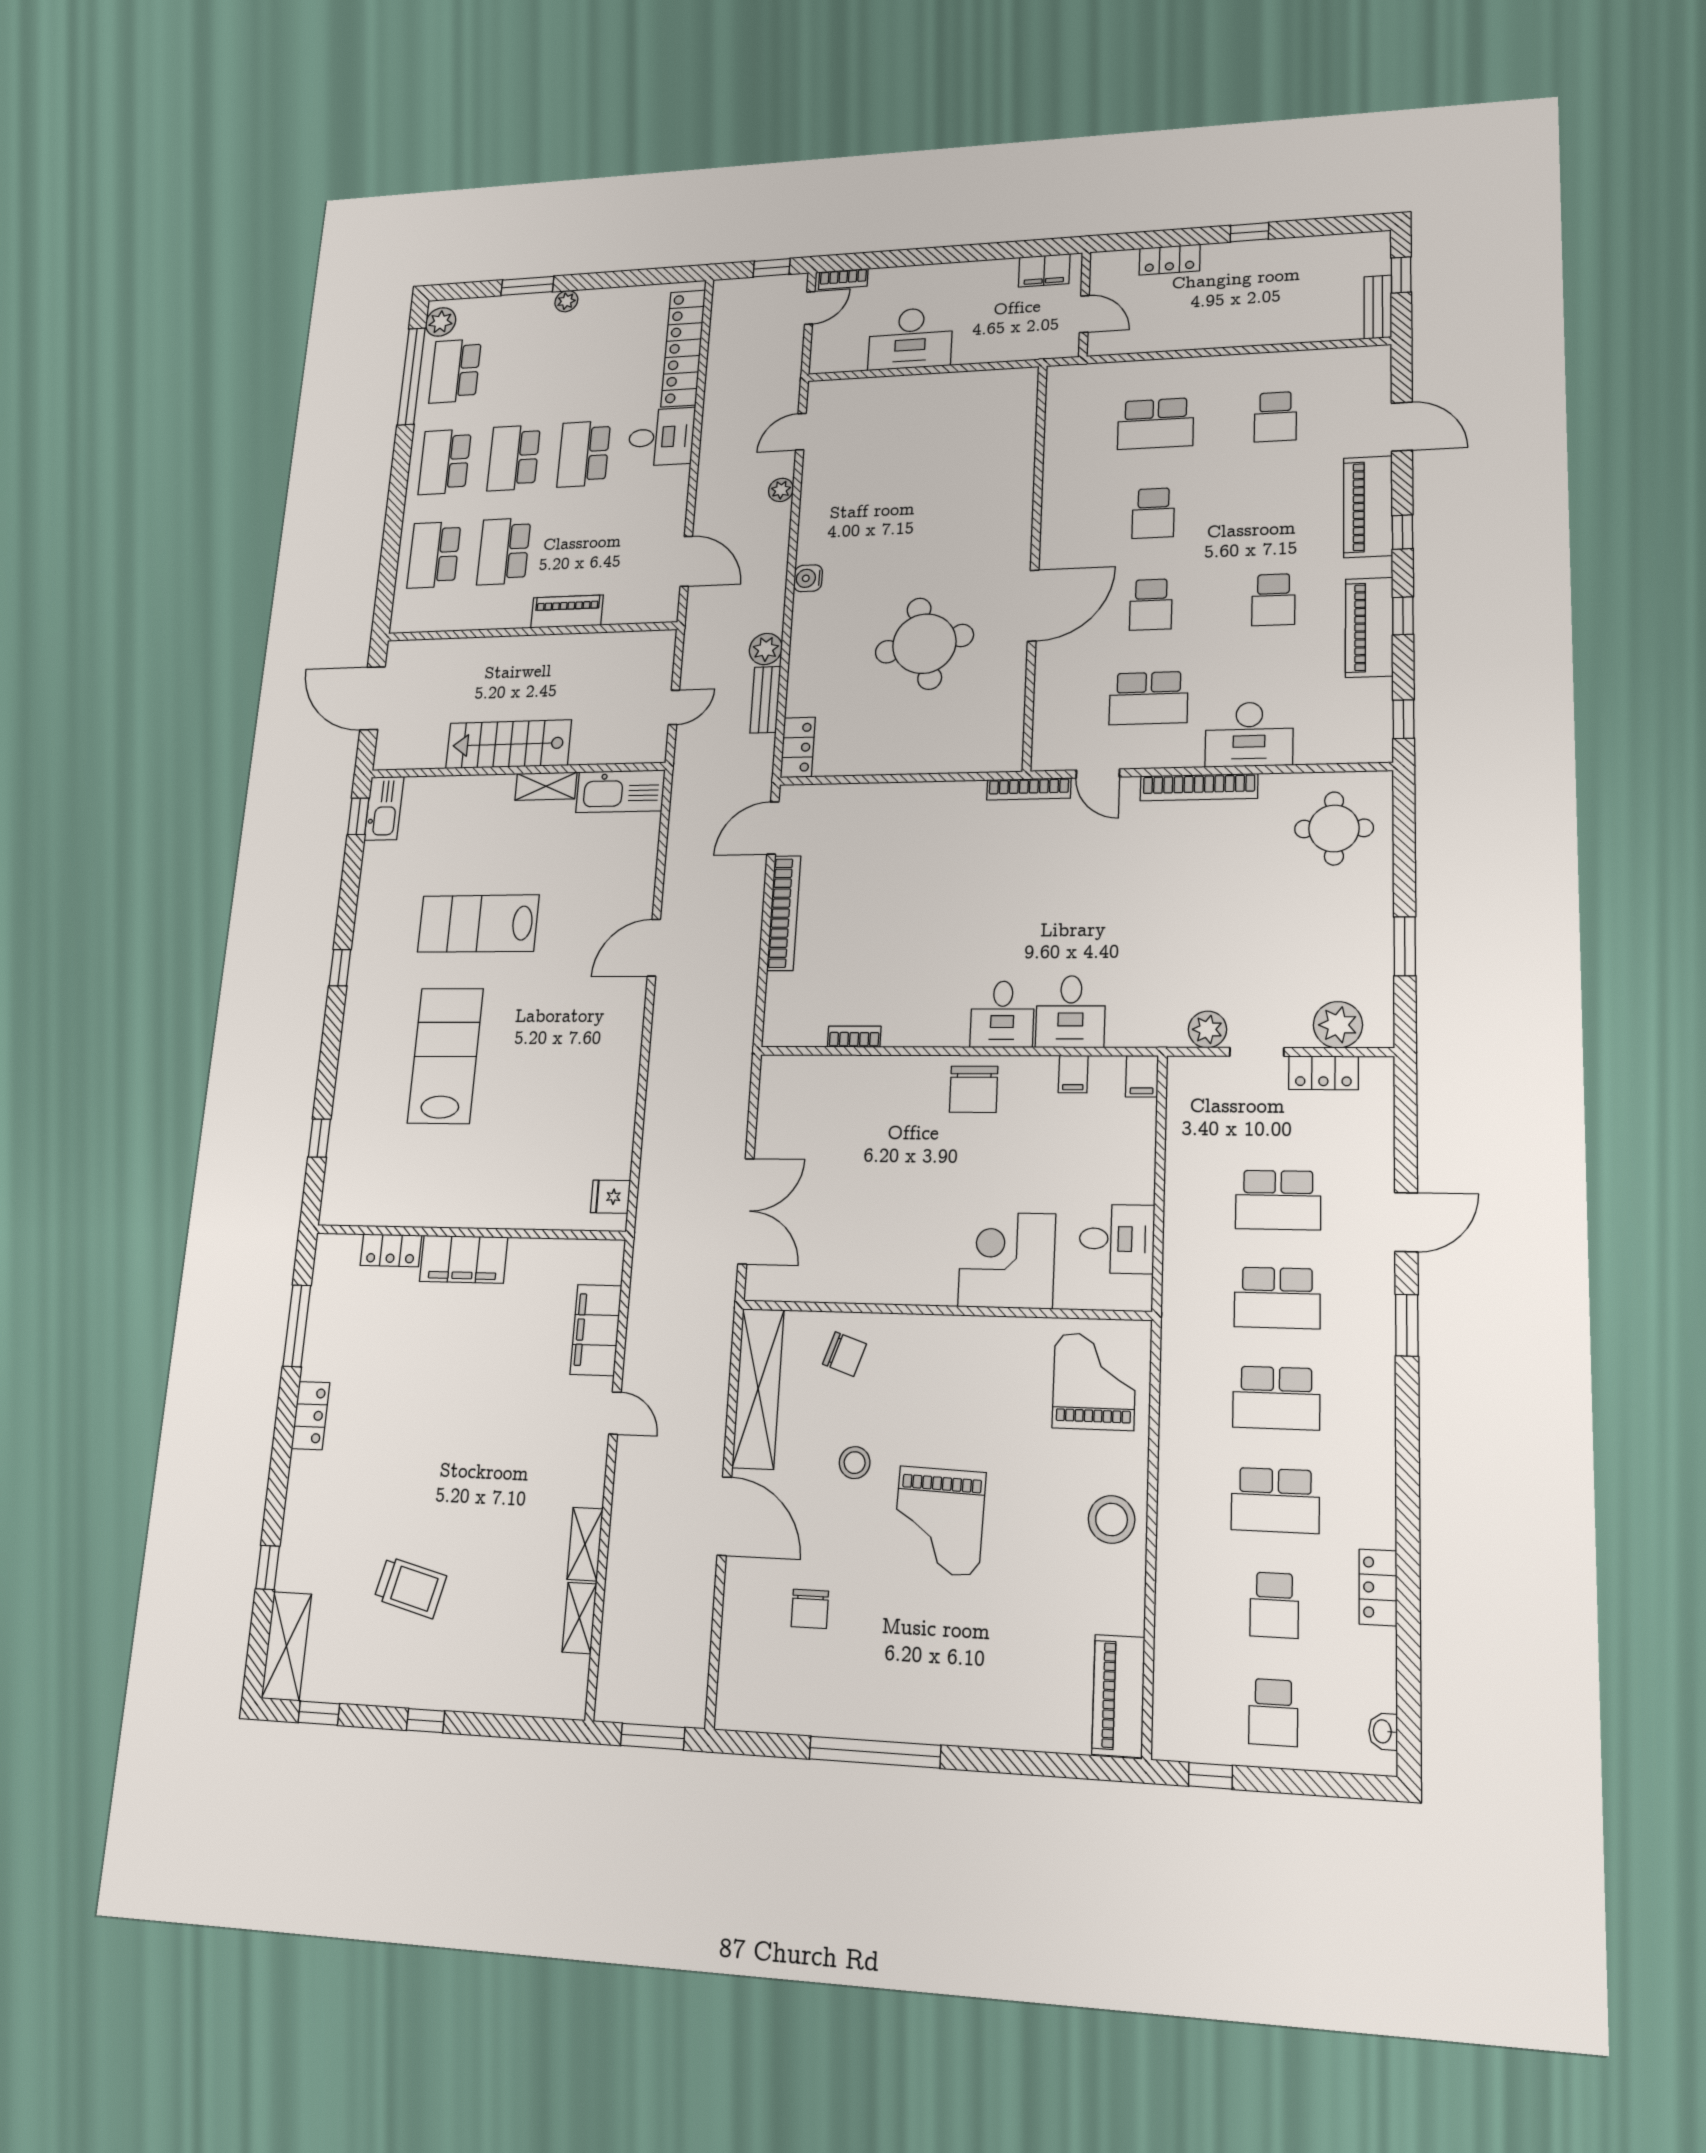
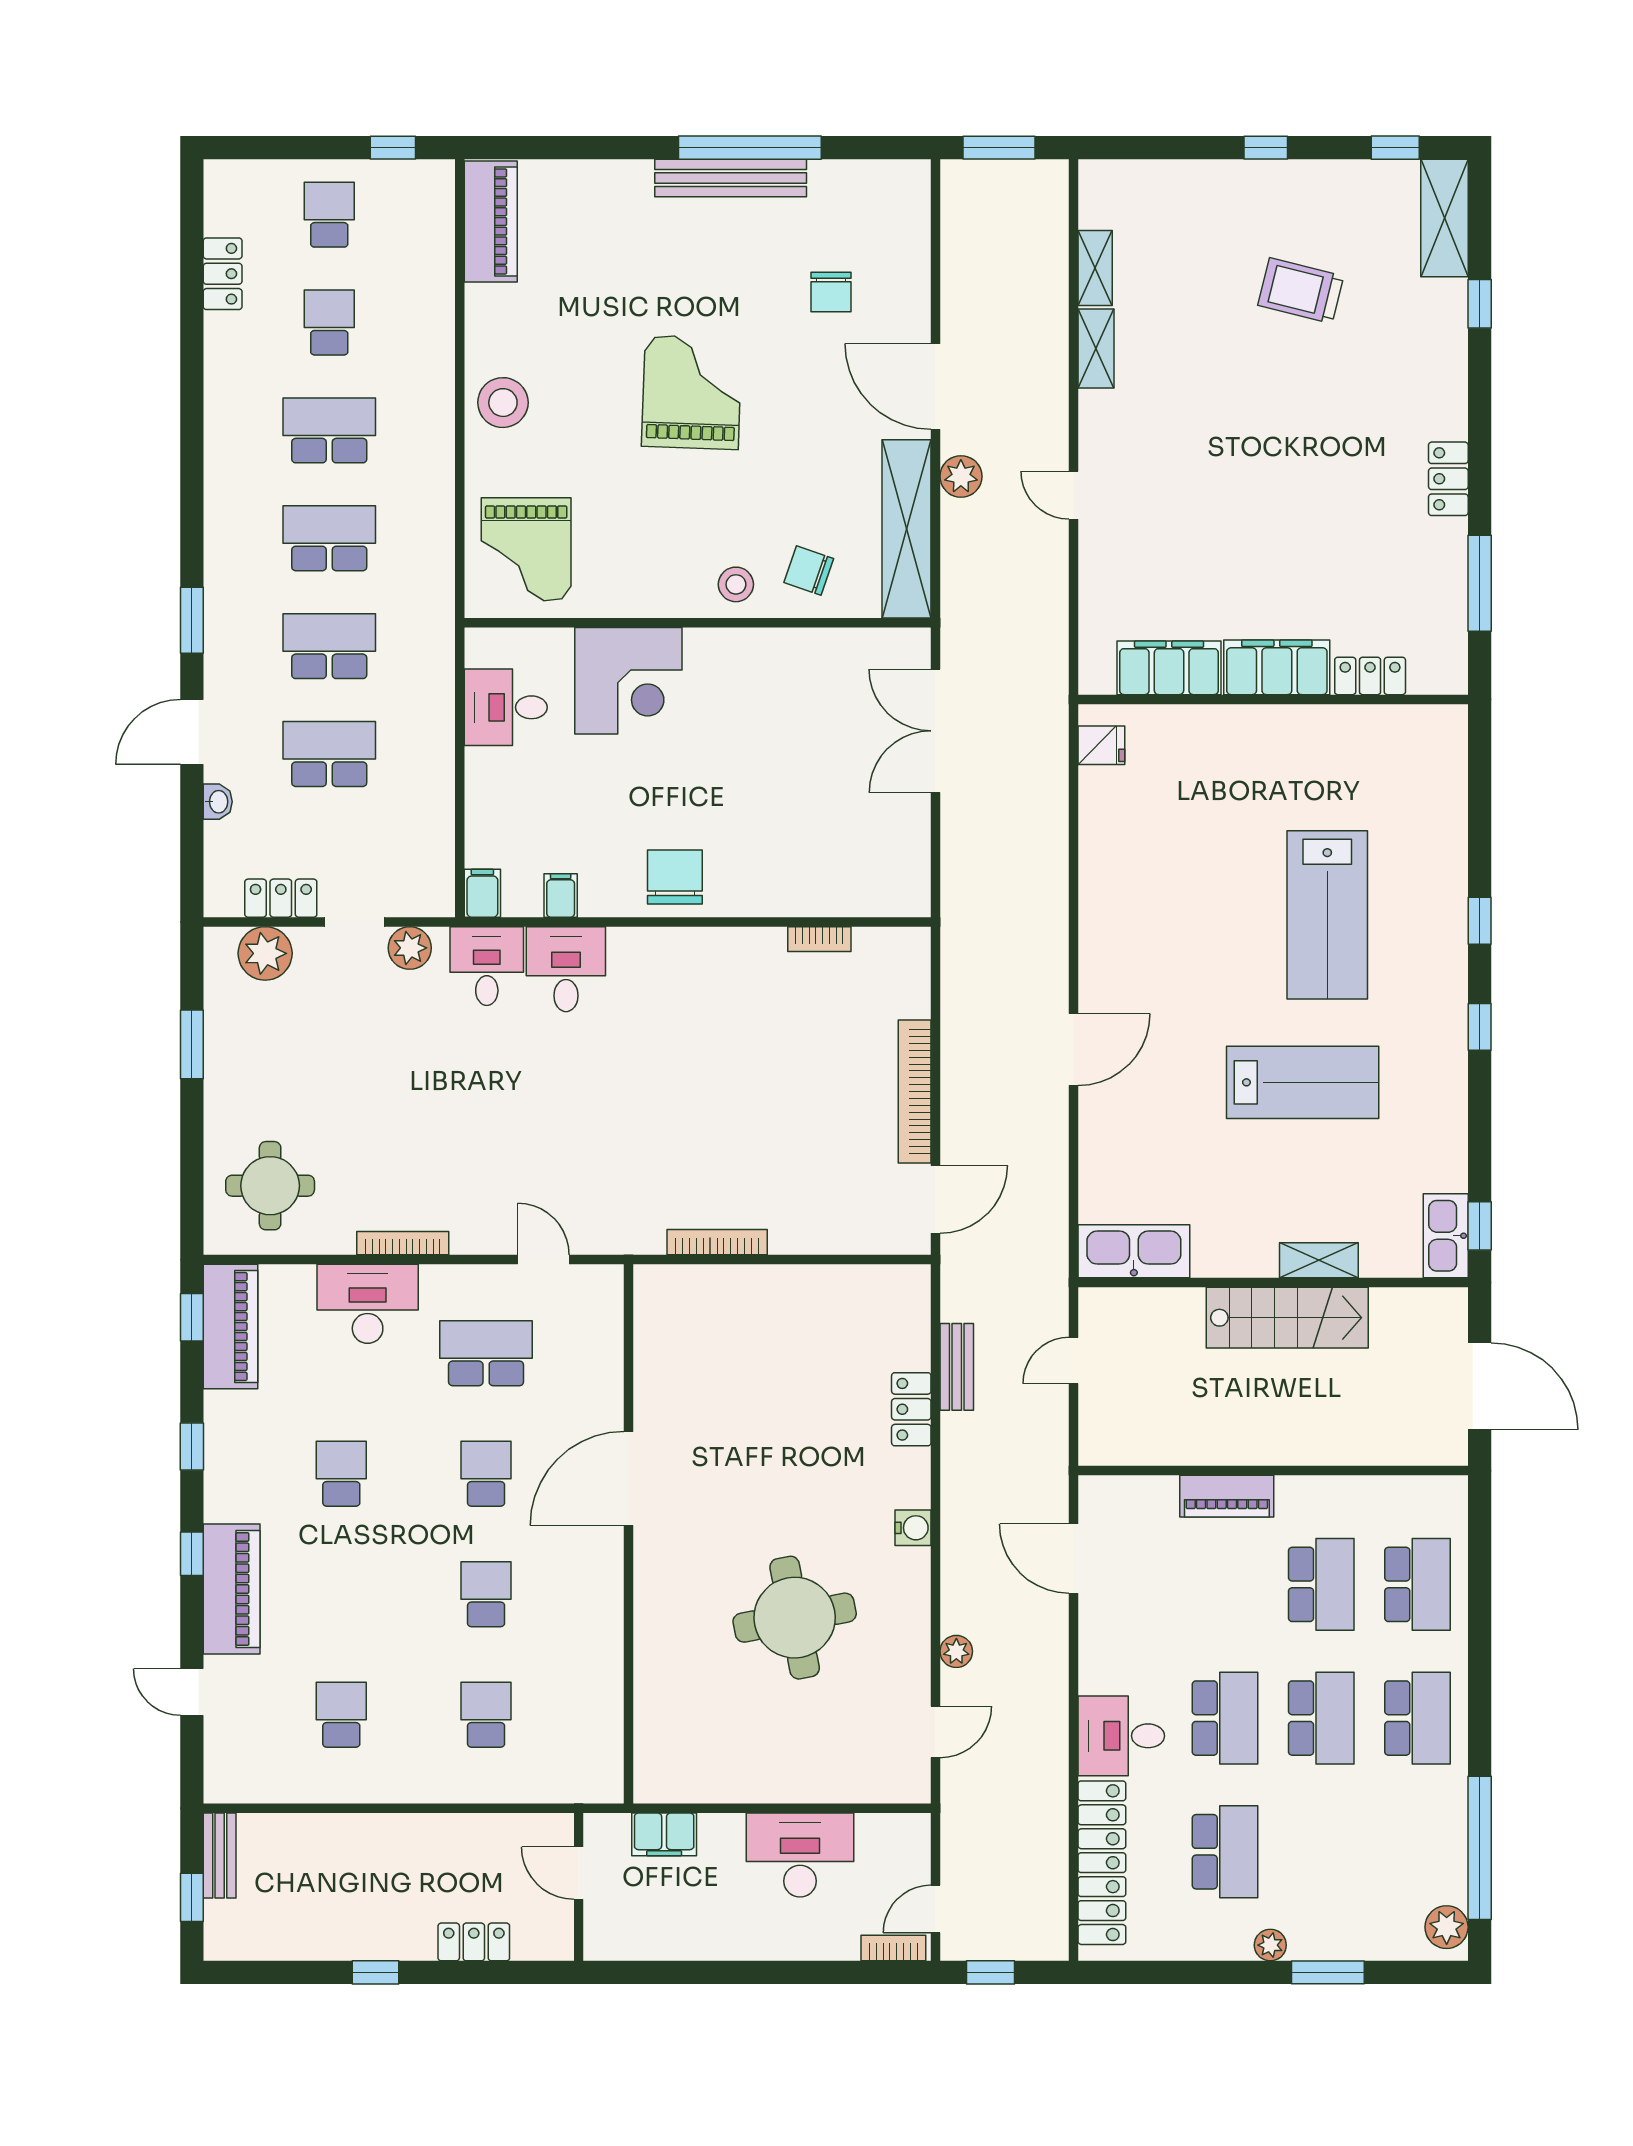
filing cabinet: (1044, 270) -> (664, 1834), moved, turned 180
school desk: (455, 371) -> (1225, 1852), moved
school desk: (1156, 424) -> (486, 1715), width x0.54
door: (1402, 427) -> (192, 1692), width x0.73
piano: (1369, 627) -> (230, 1327), moved
round table: (924, 644) -> (795, 1618), moved
plant: (766, 649) -> (961, 476), moved
locker: (798, 747) -> (911, 1409), moved
shelving: (546, 786) -> (1319, 1260), moved
bookcase: (1199, 787) -> (403, 1243), width x0.68, depth x0.76
bookcase: (1029, 789) -> (717, 1242), moved
desk: (1002, 1014) -> (487, 966), moved
window: (319, 1138) -> (1480, 921), moved
filing cabinet: (596, 1330) -> (1169, 668), moved, turned -90
stool: (855, 1463) -> (736, 584), moved
locker: (1378, 1587) -> (223, 274), moved
chair: (810, 1609) -> (831, 292), turned 180
bench: (894, 1724) -> (731, 178), added
washbasin: (1383, 1731) -> (218, 802), moved

